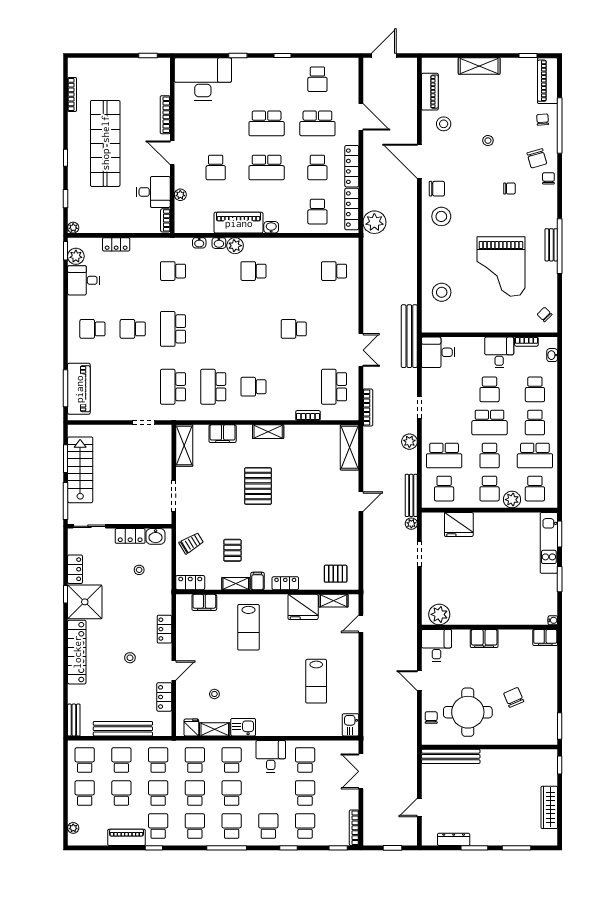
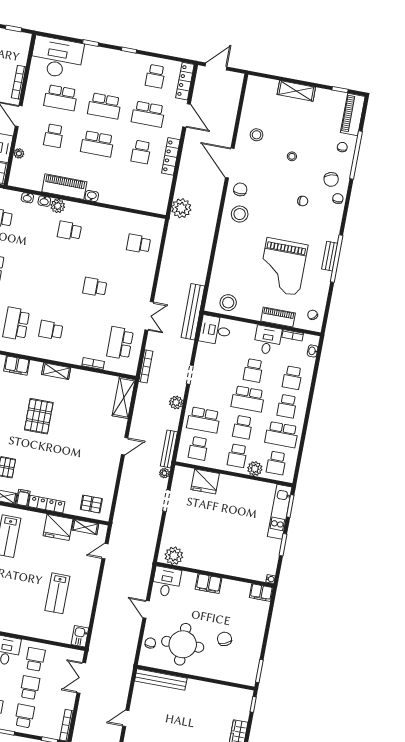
piano: (430, 92) -> (278, 317), moved, turned -90
chair: (437, 189) -> (240, 189), turned -90
locker: (352, 209) -> (185, 81), moved
school desk: (317, 212) -> (61, 98), moved, width x1.85
stool: (442, 292) -> (228, 303), moved
locker: (285, 583) -> (47, 504), width x1.53

